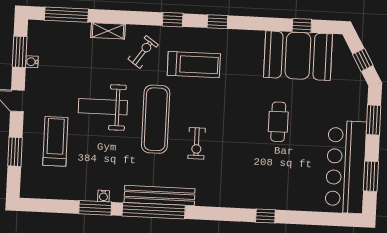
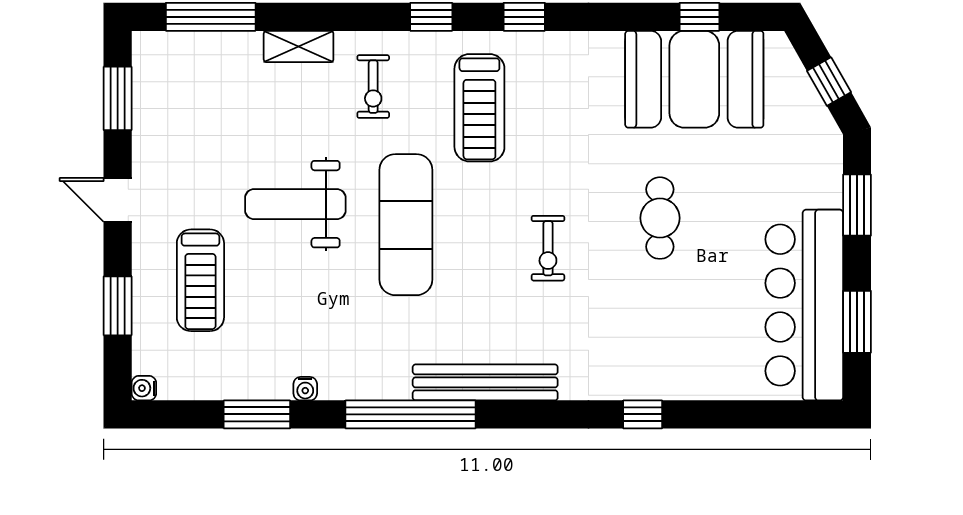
exercise bike: (143, 52) -> (373, 87), turned 145
water cooler: (32, 62) -> (144, 388), moved
treadmill: (194, 65) -> (479, 108), turned 90
treadmill: (55, 141) -> (200, 280), turned 180
exercise bike: (197, 143) -> (548, 248), moved
bench: (160, 196) -> (485, 382), moved
window: (95, 208) -> (257, 414), moved

